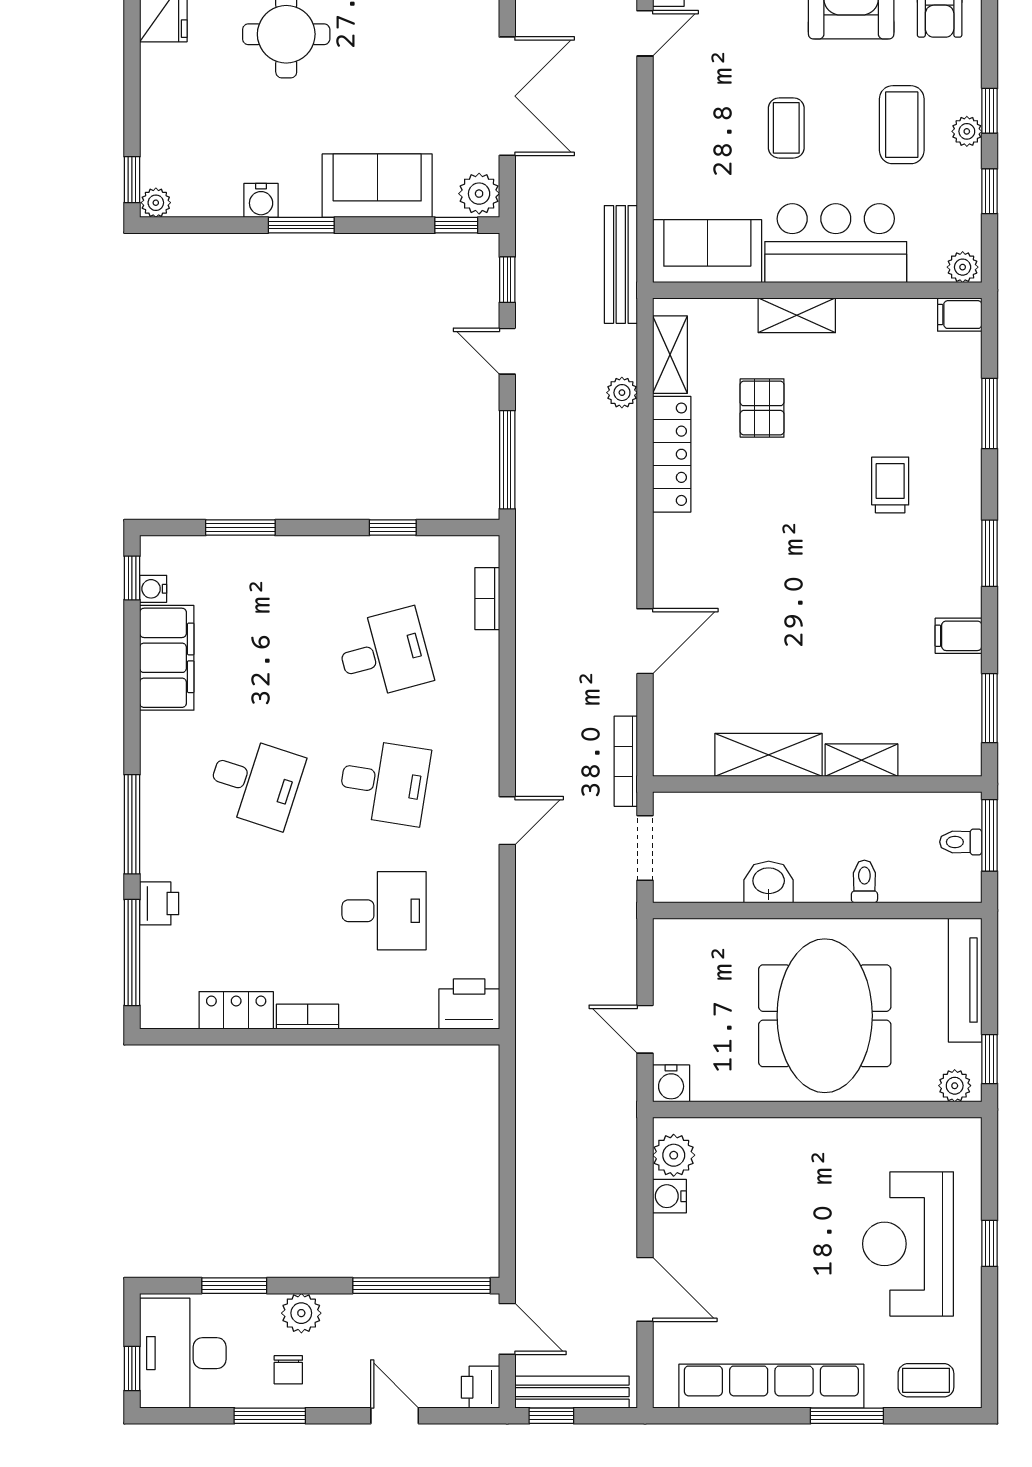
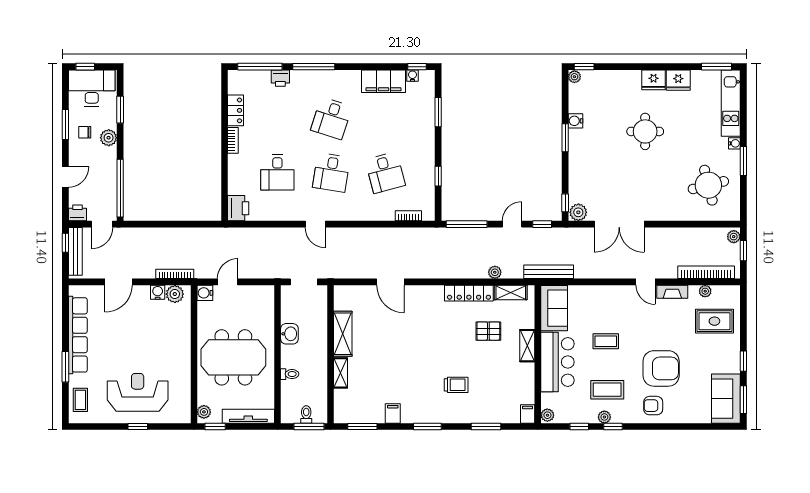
sofa: (377, 186) -> (582, 170), removed
bookcase: (626, 761) -> (175, 274), moved

